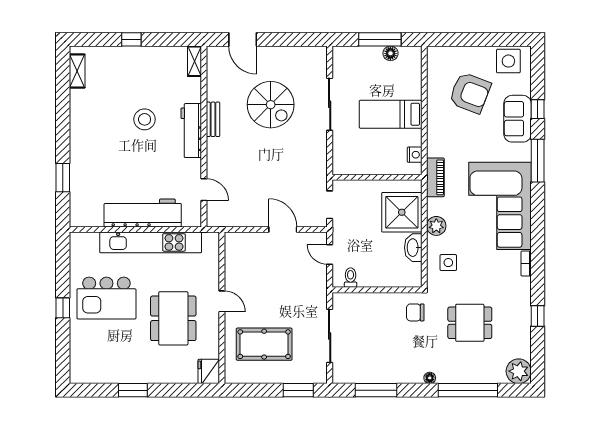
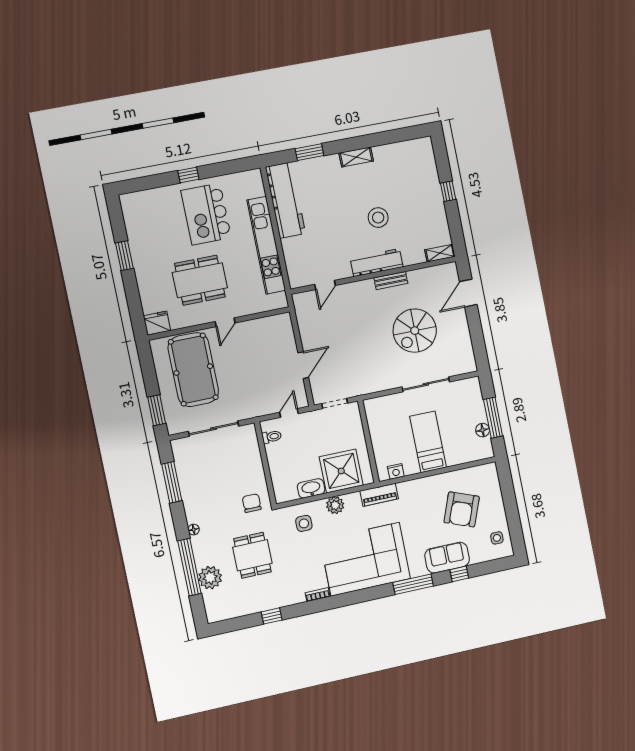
side table: (508, 61) -> (497, 538), width x0.54, depth x0.54
shelving: (77, 71) -> (356, 157), moved
workbench: (143, 213) -> (285, 200), moved
pool table: (264, 344) -> (193, 370), width x1.36, depth x1.32
plant: (519, 371) -> (210, 578), moved

